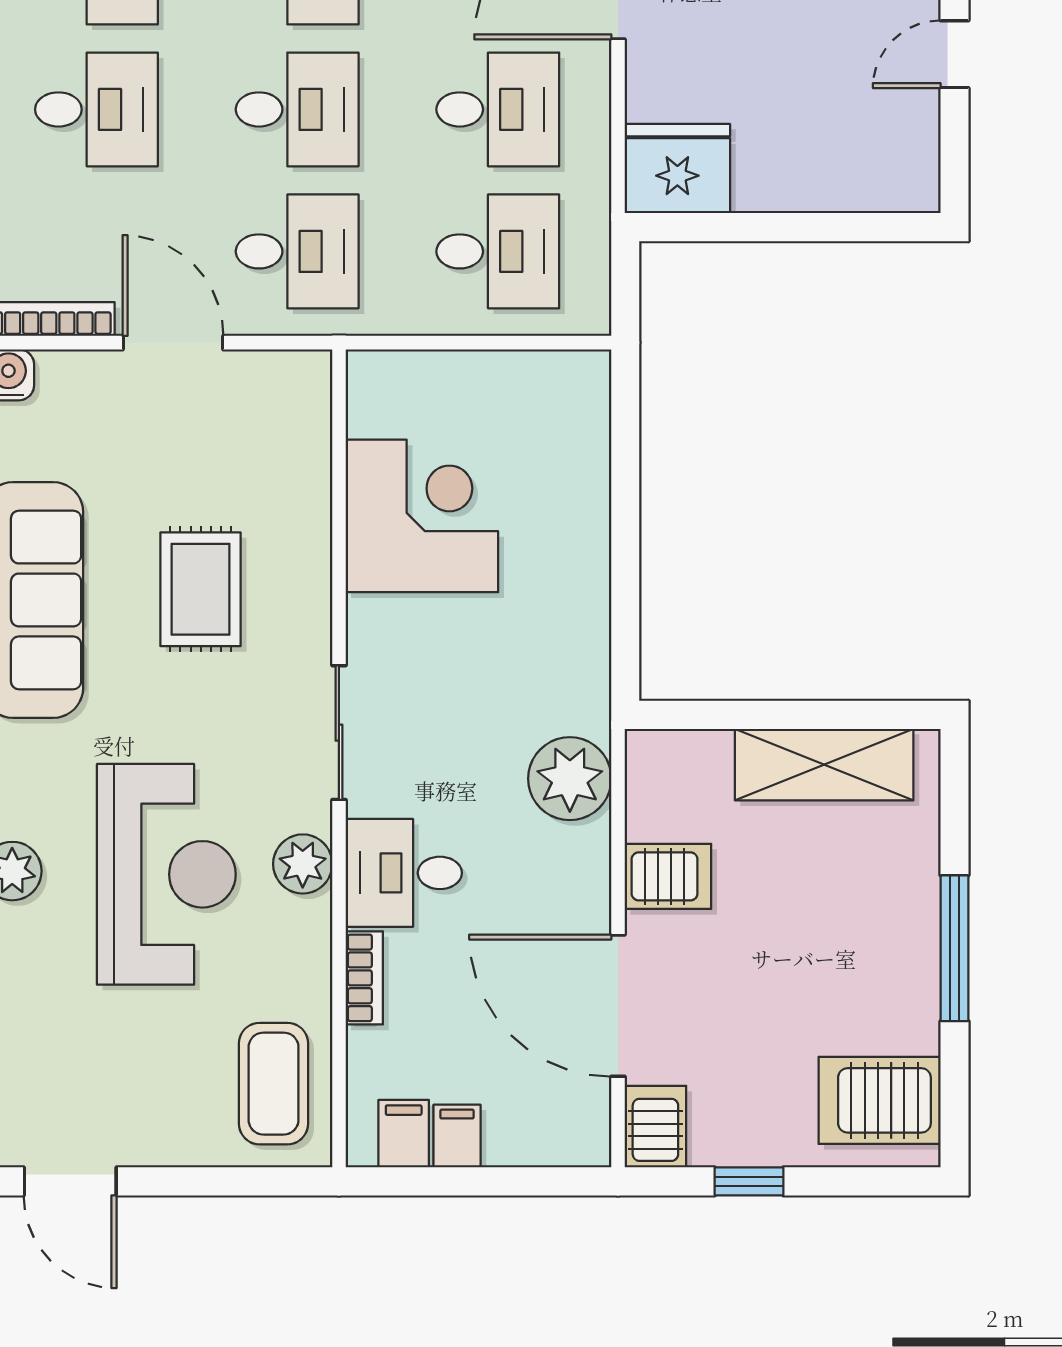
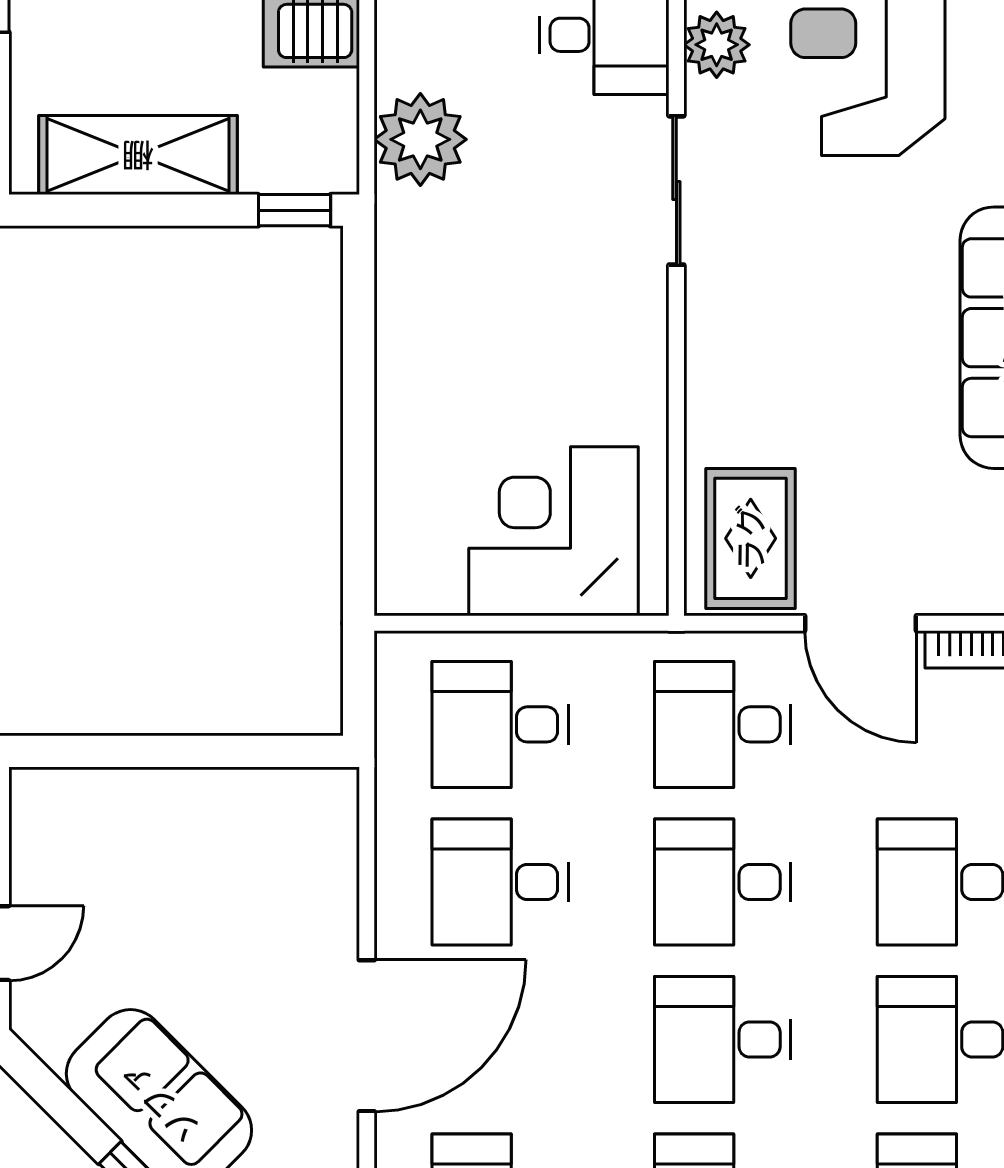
fridge: (677, 169) -> (301, 816), removed
corner desk: (422, 516) -> (554, 531), moved, turned 90
rug: (201, 589) -> (751, 538), moved
window: (683, 715) -> (294, 210), added

